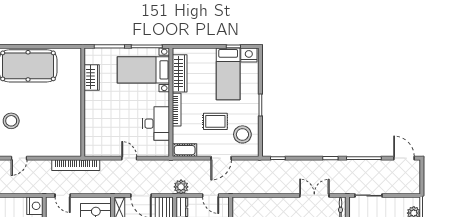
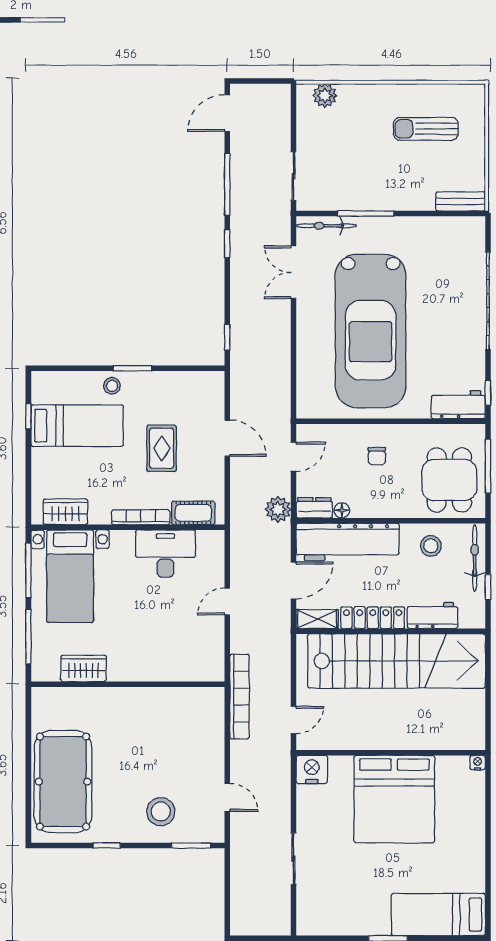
nightstand: (249, 55) -> (44, 389), removed
wardrobe: (180, 73) -> (65, 512), width x0.67
stool: (242, 134) -> (112, 386), moved, width x0.53, depth x0.53
cot: (185, 150) -> (193, 513), moved, turned 90

